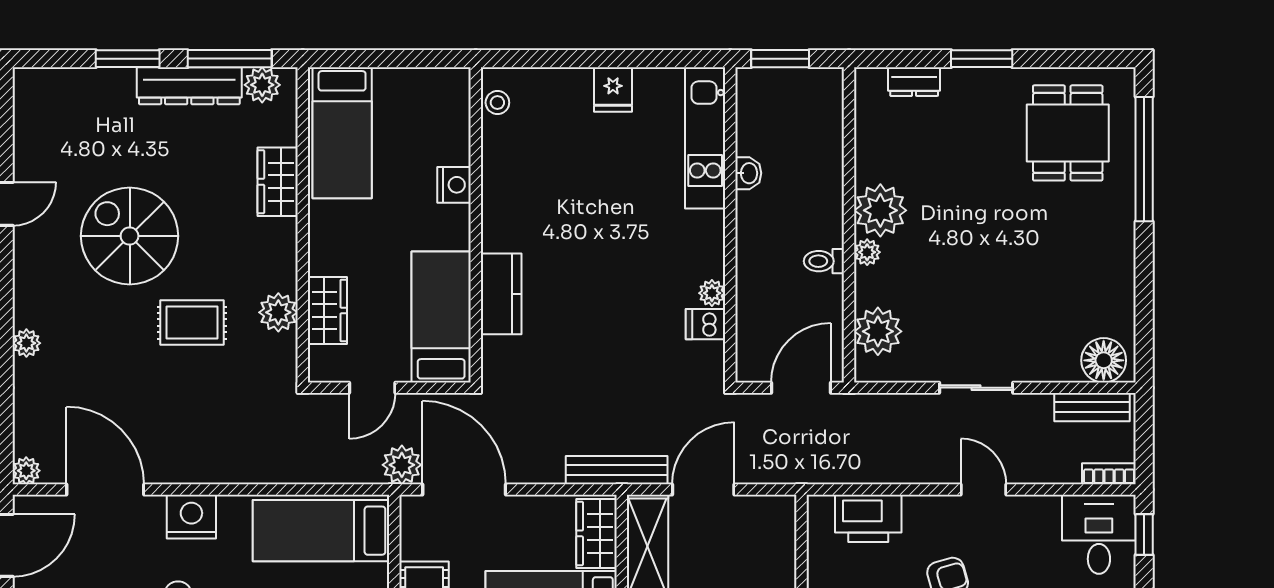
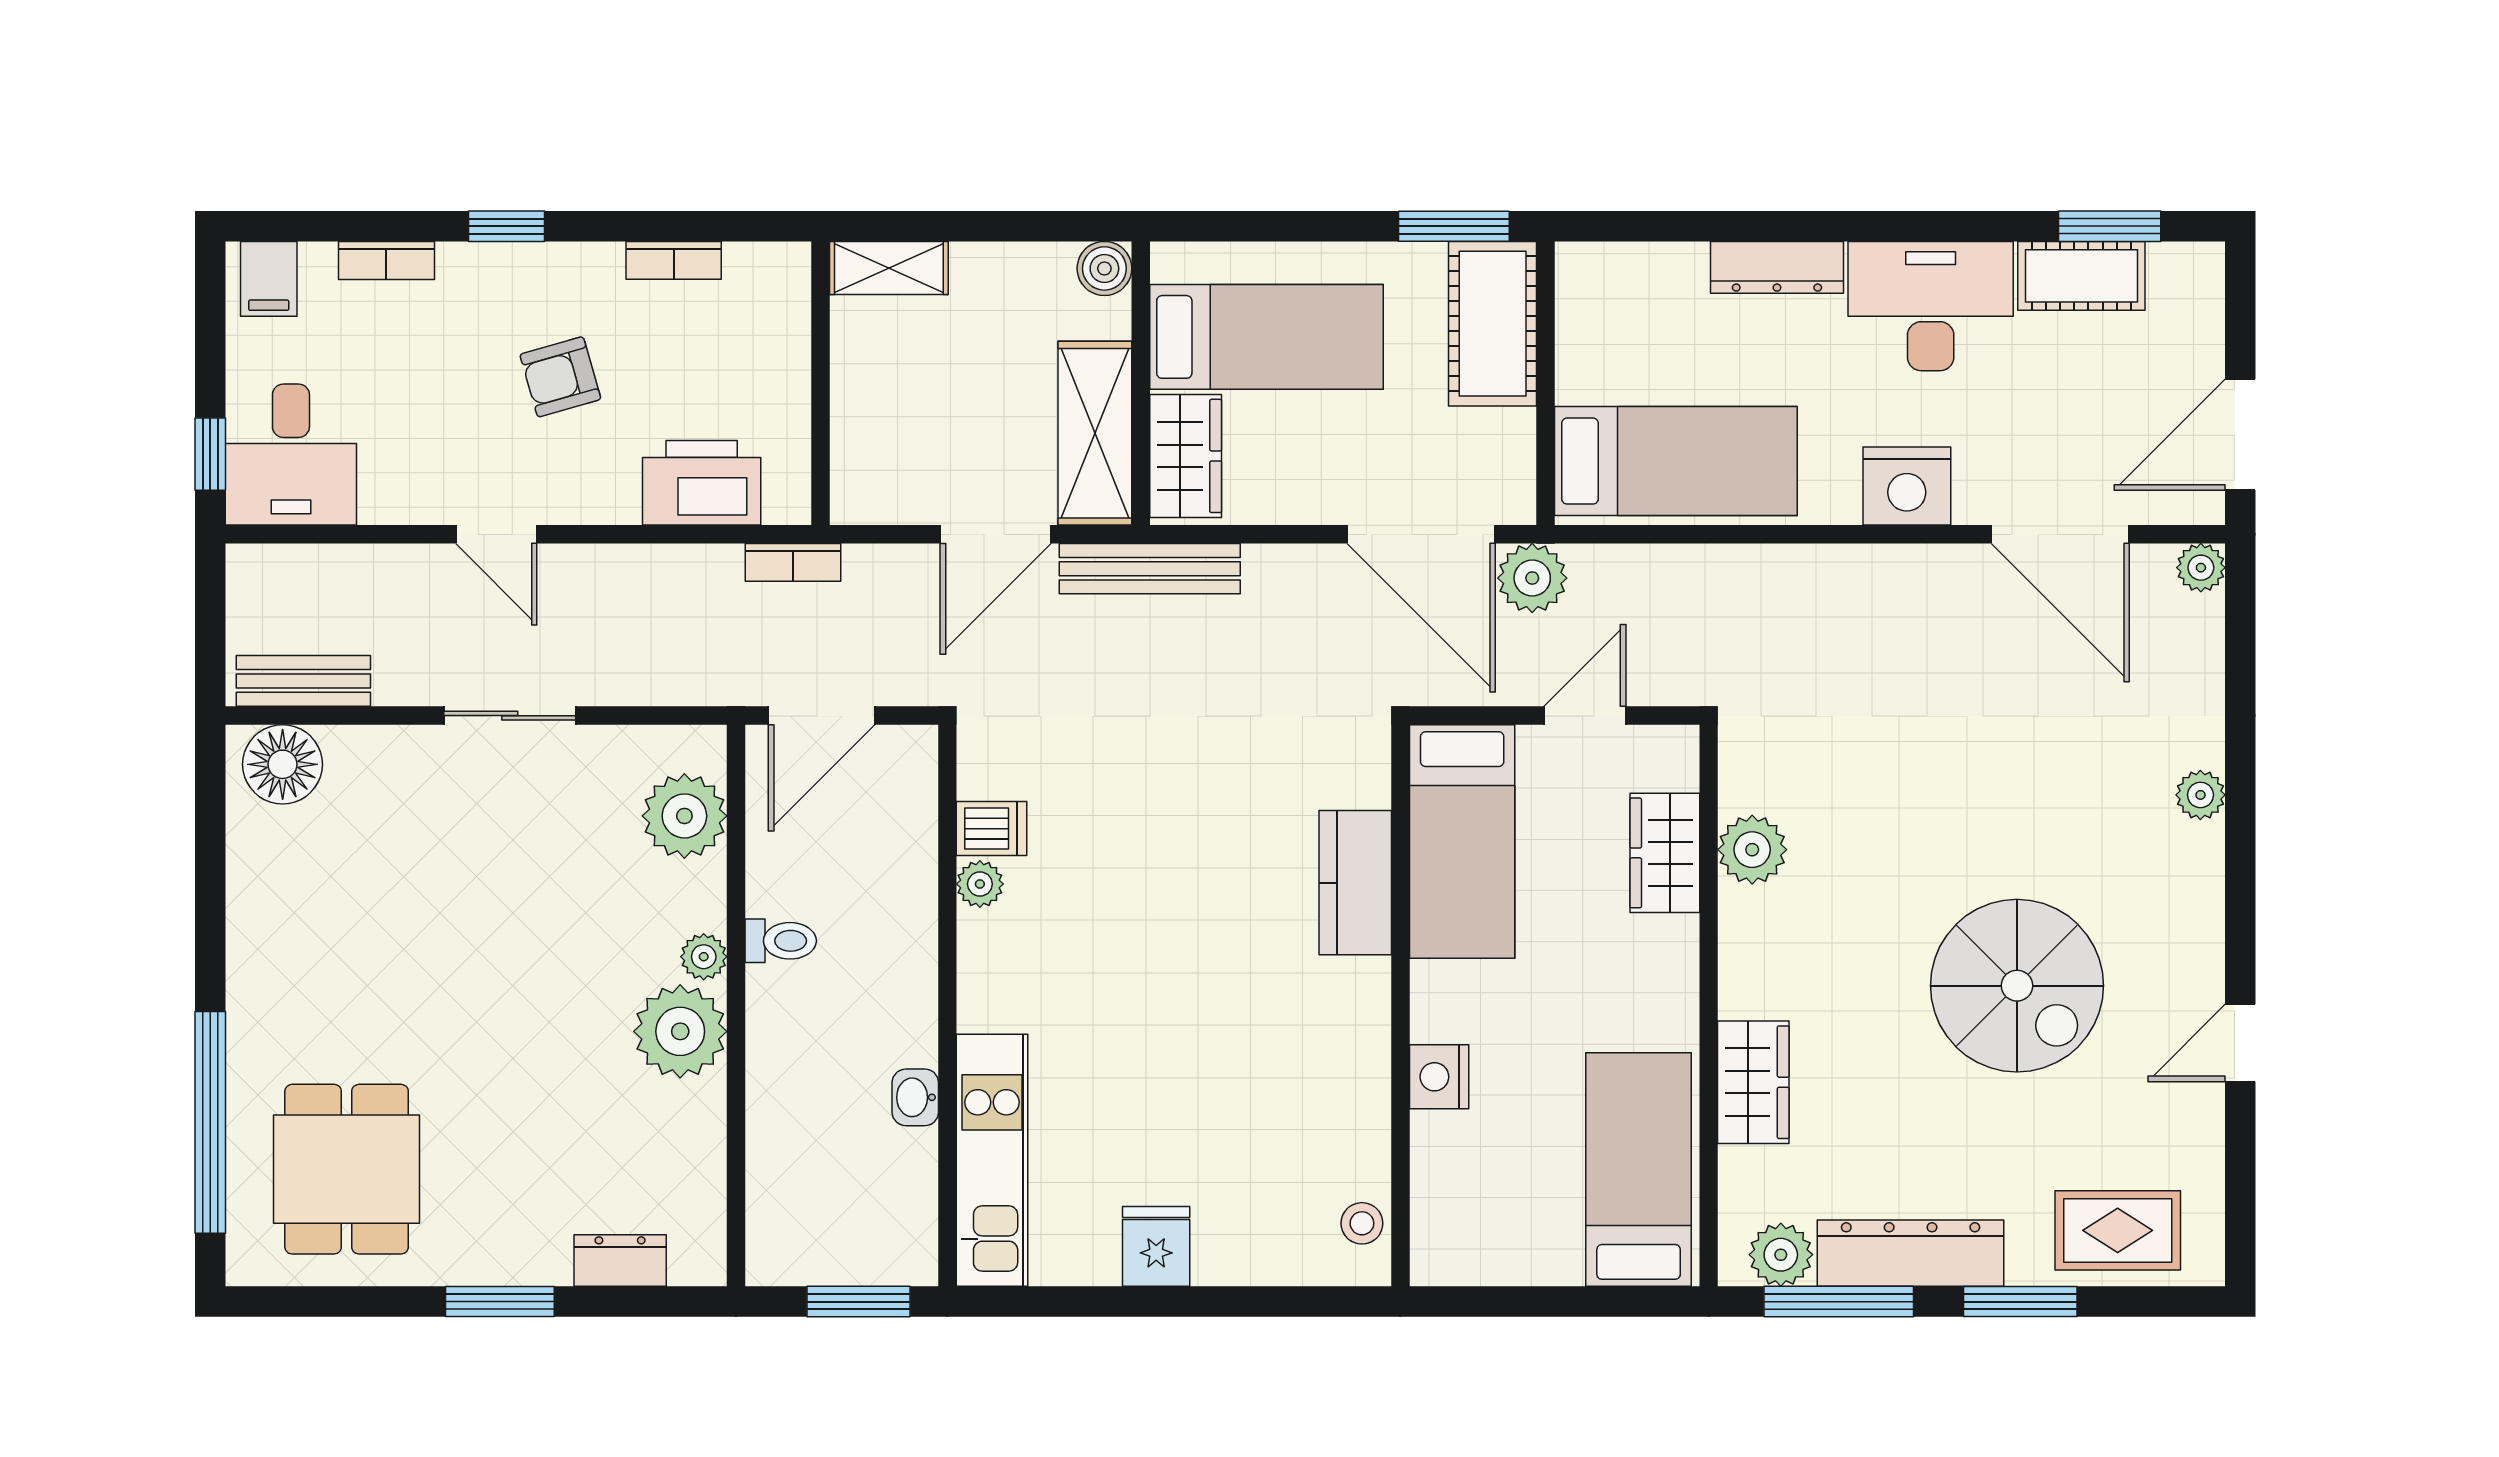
rug: (192, 323) -> (2118, 1230), moved
bookcase: (1109, 474) -> (793, 562), moved

